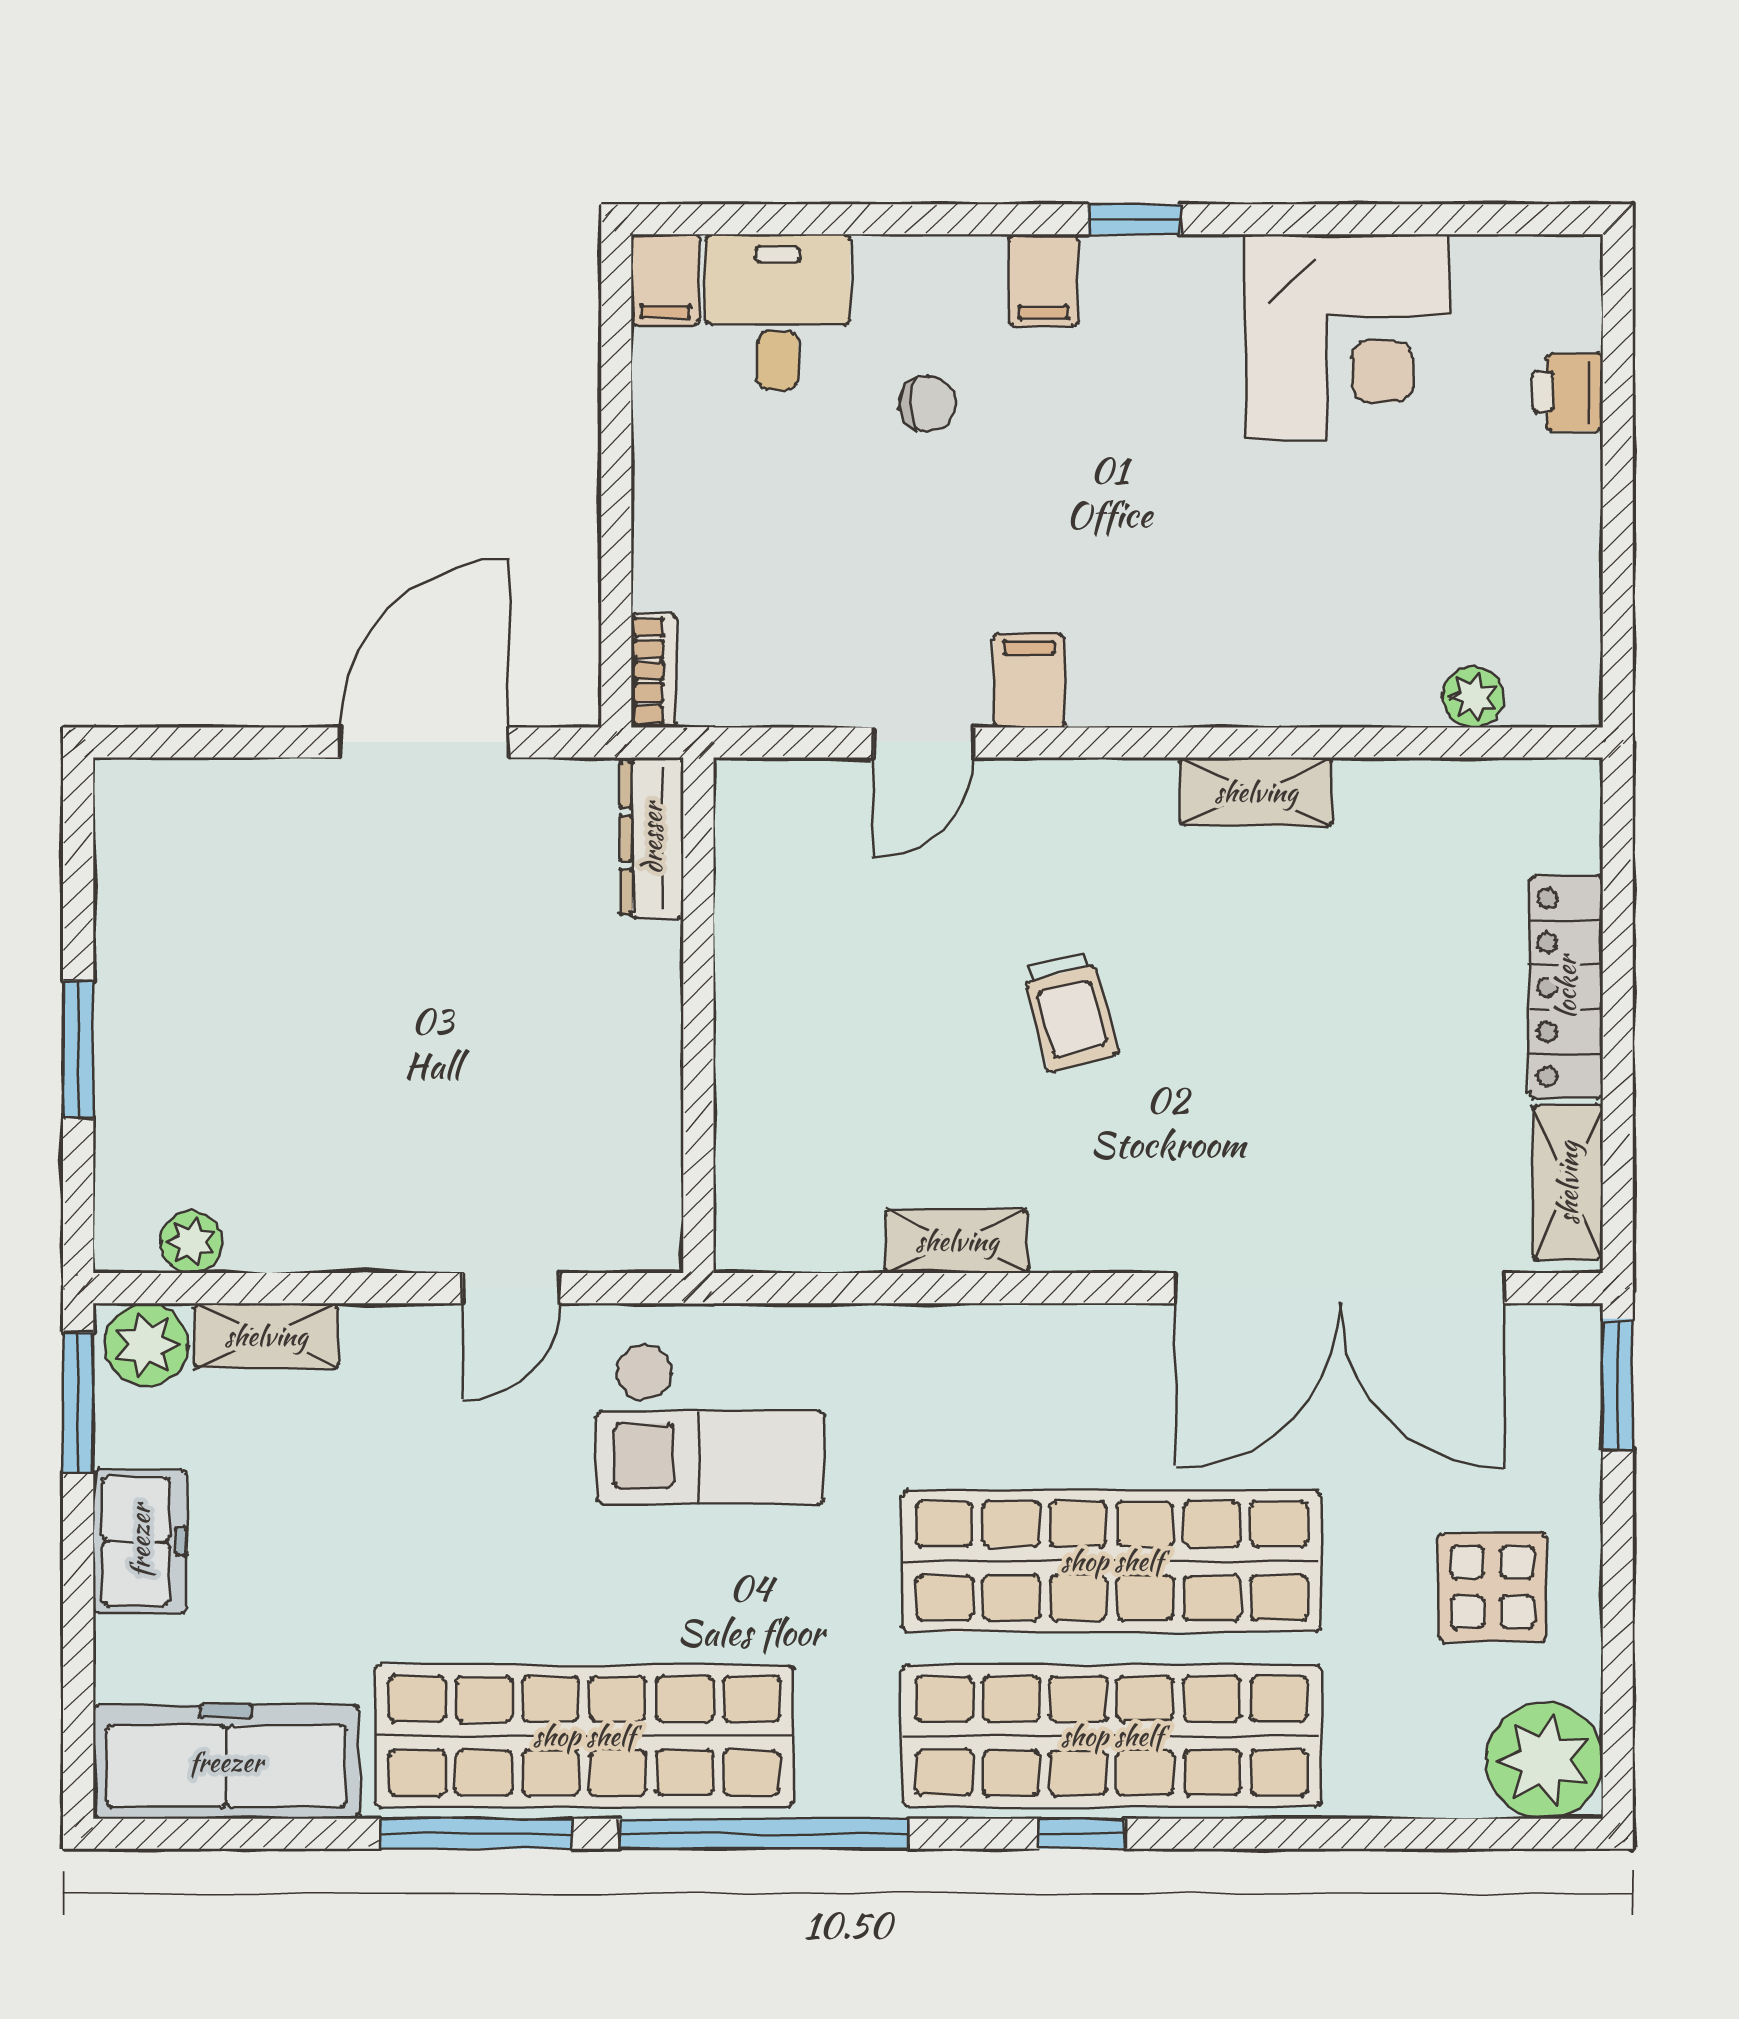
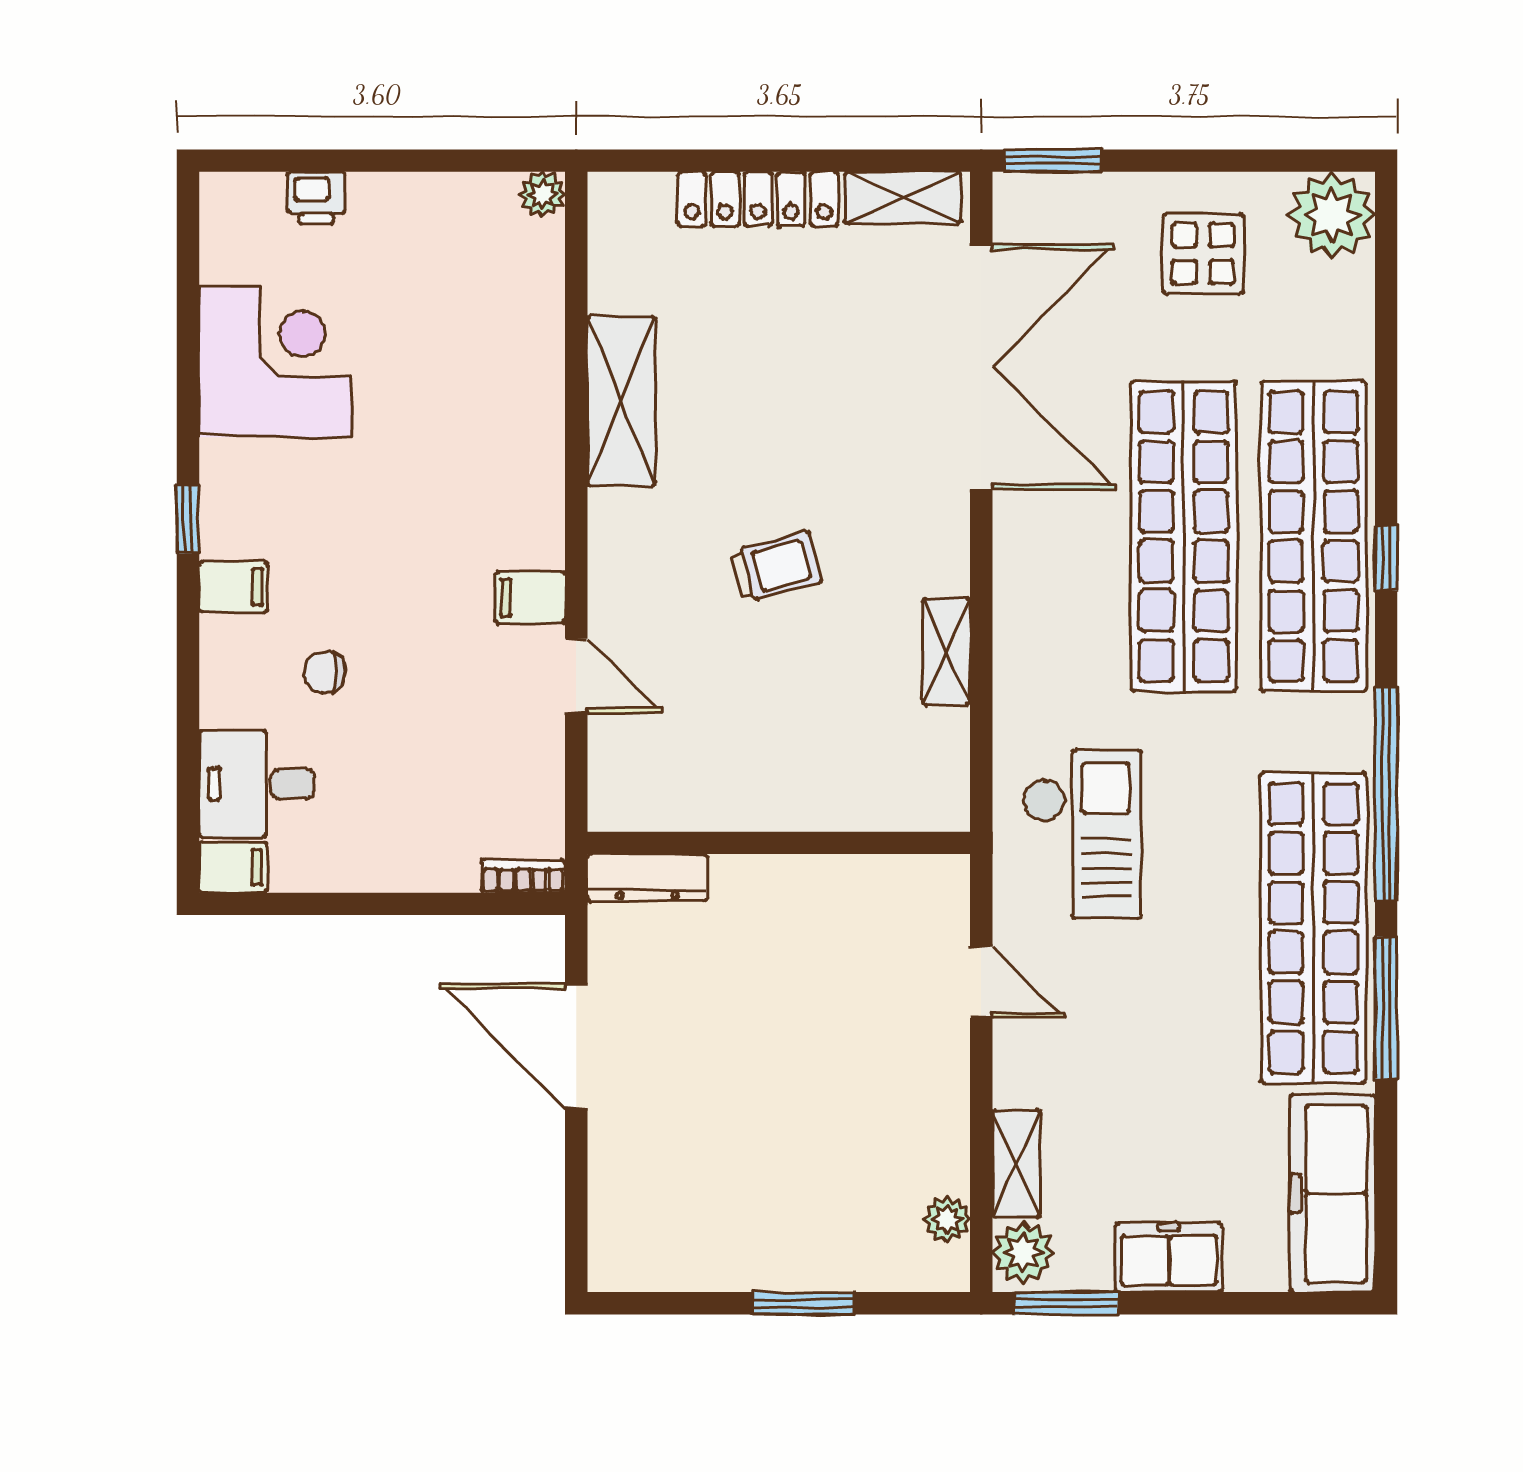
chair: (928, 404) -> (325, 672), turned -90
plant: (1473, 697) -> (543, 194), moved
shelving: (1256, 792) -> (621, 401), width x1.50, depth x1.33

